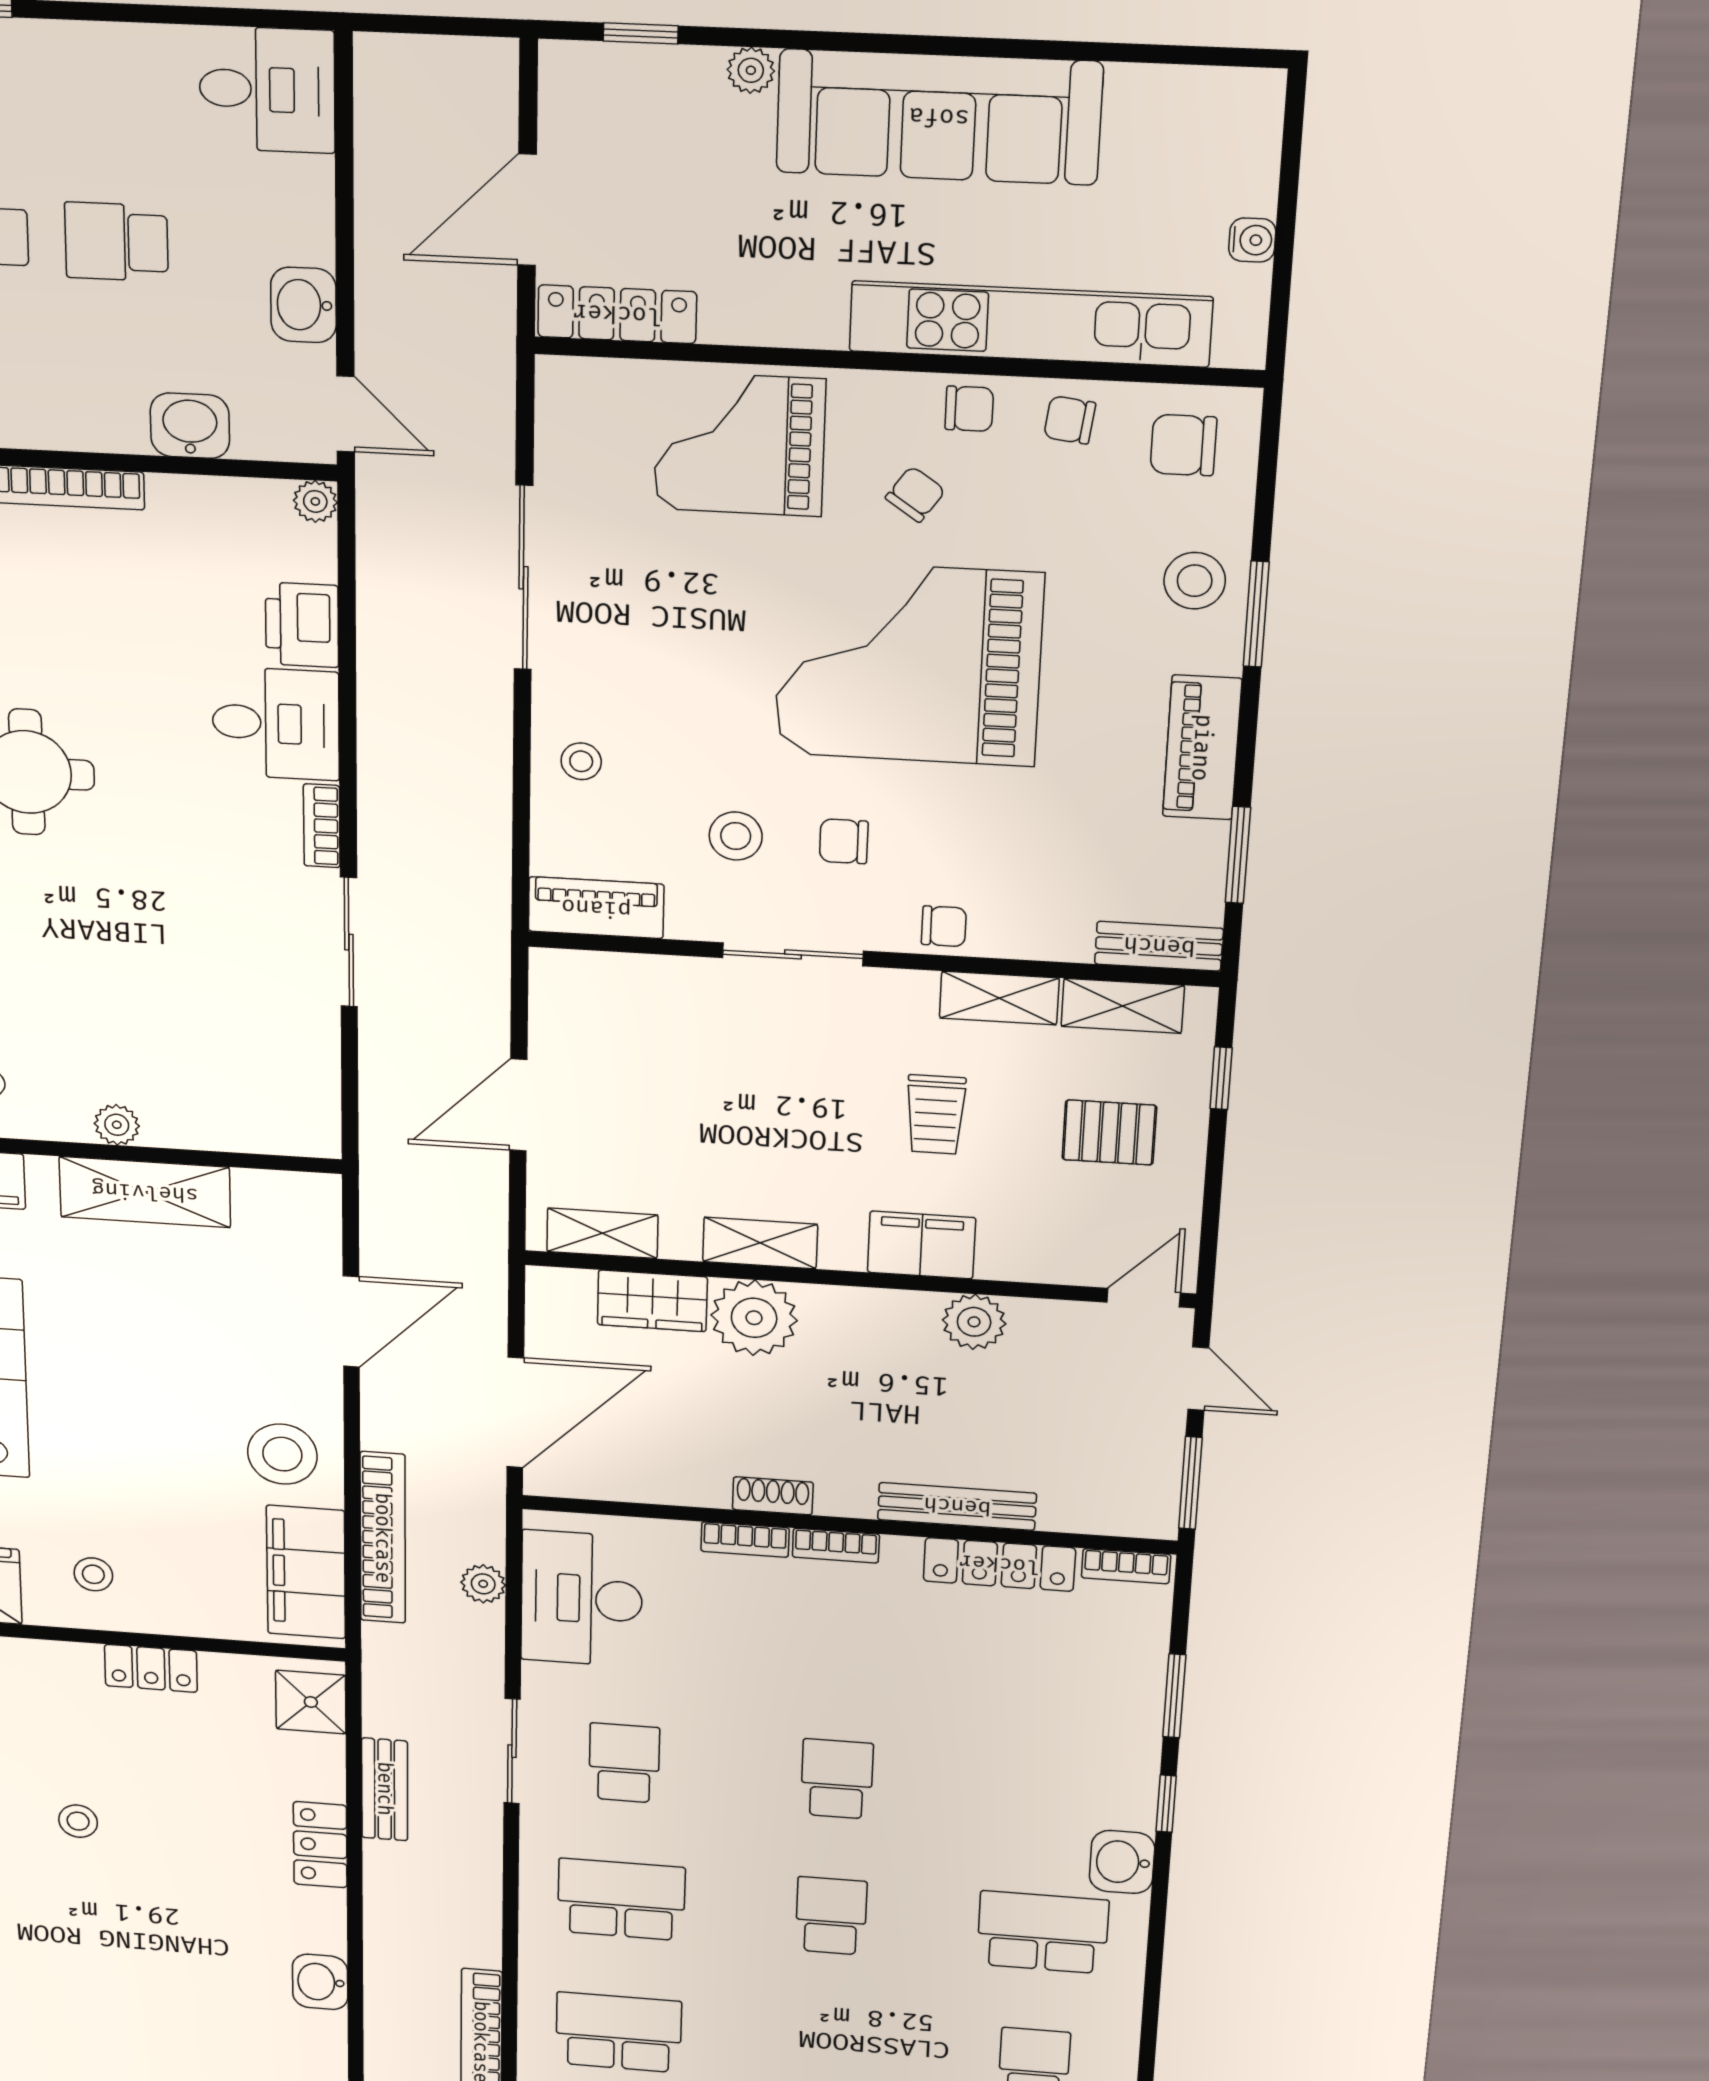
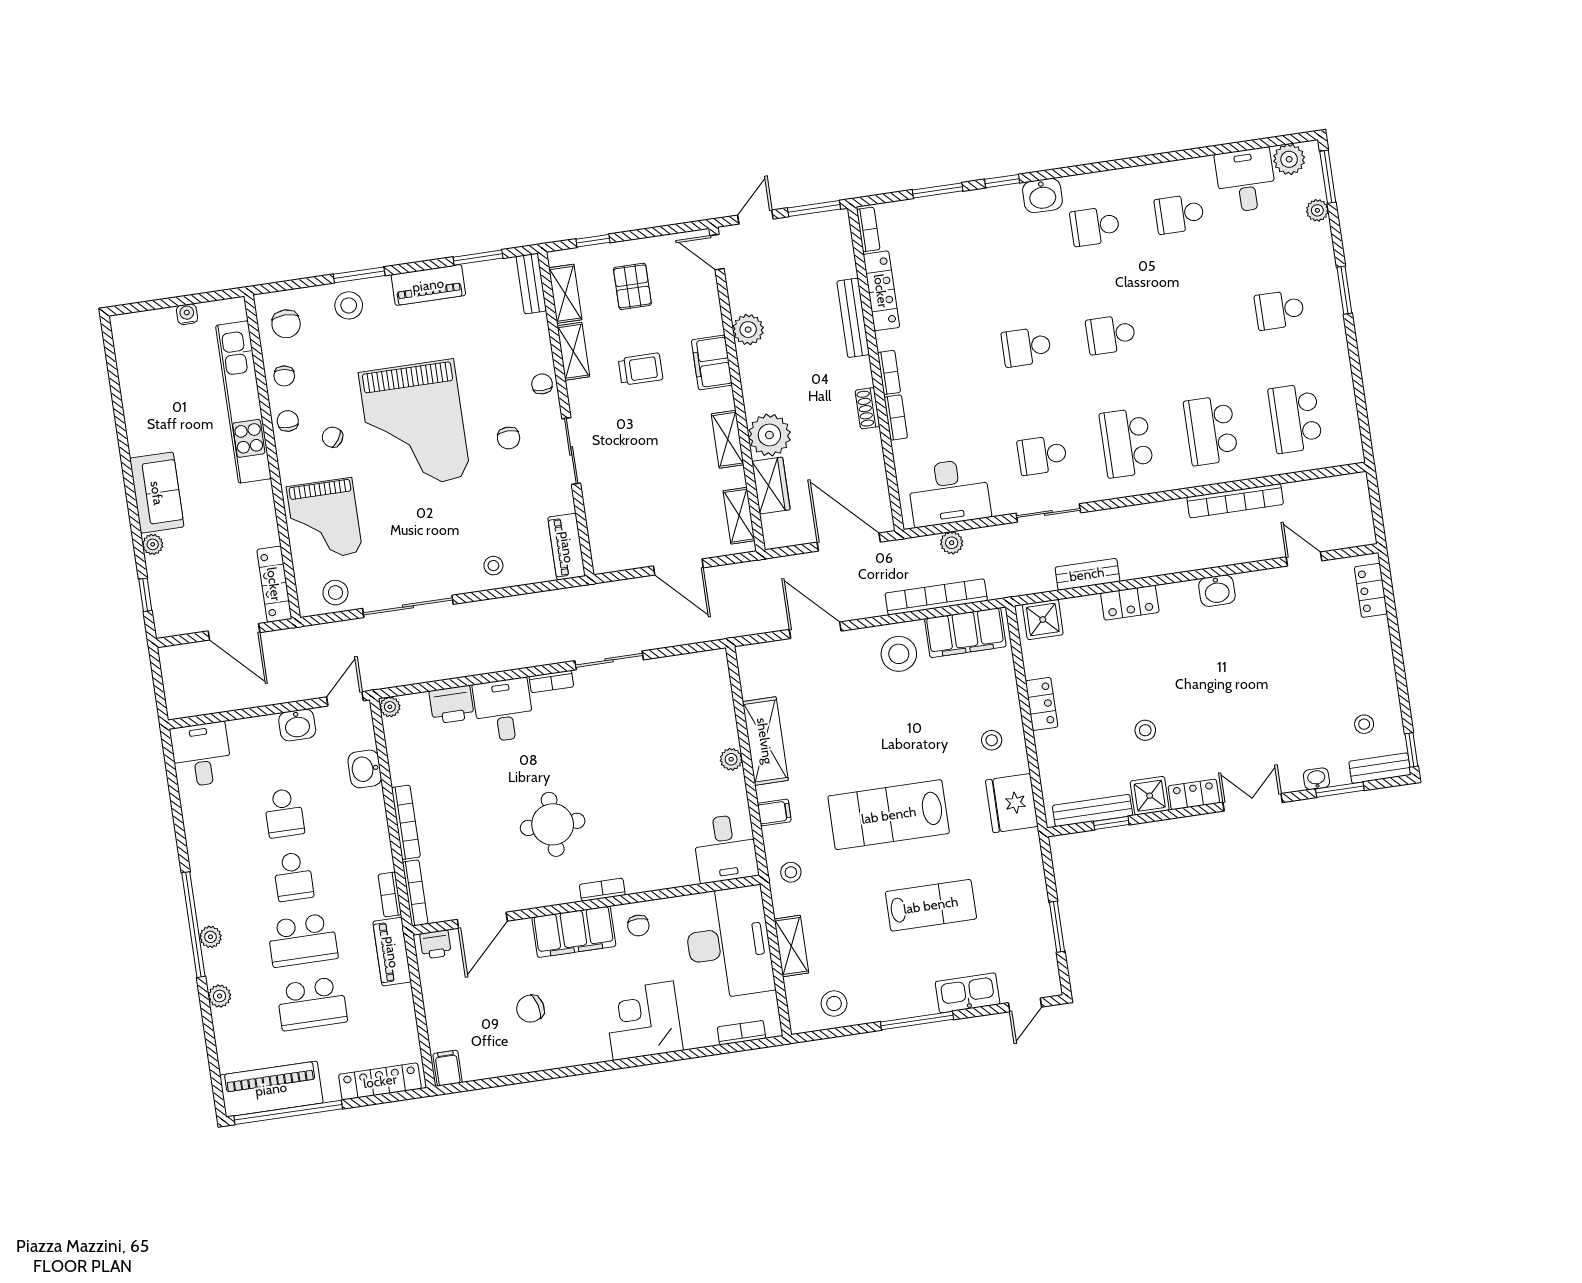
sofa: (939, 117) -> (157, 493), width x0.54, depth x0.79
stool: (736, 836) -> (335, 593), moved
school desk: (1043, 1932) -> (1095, 226), width x0.54

